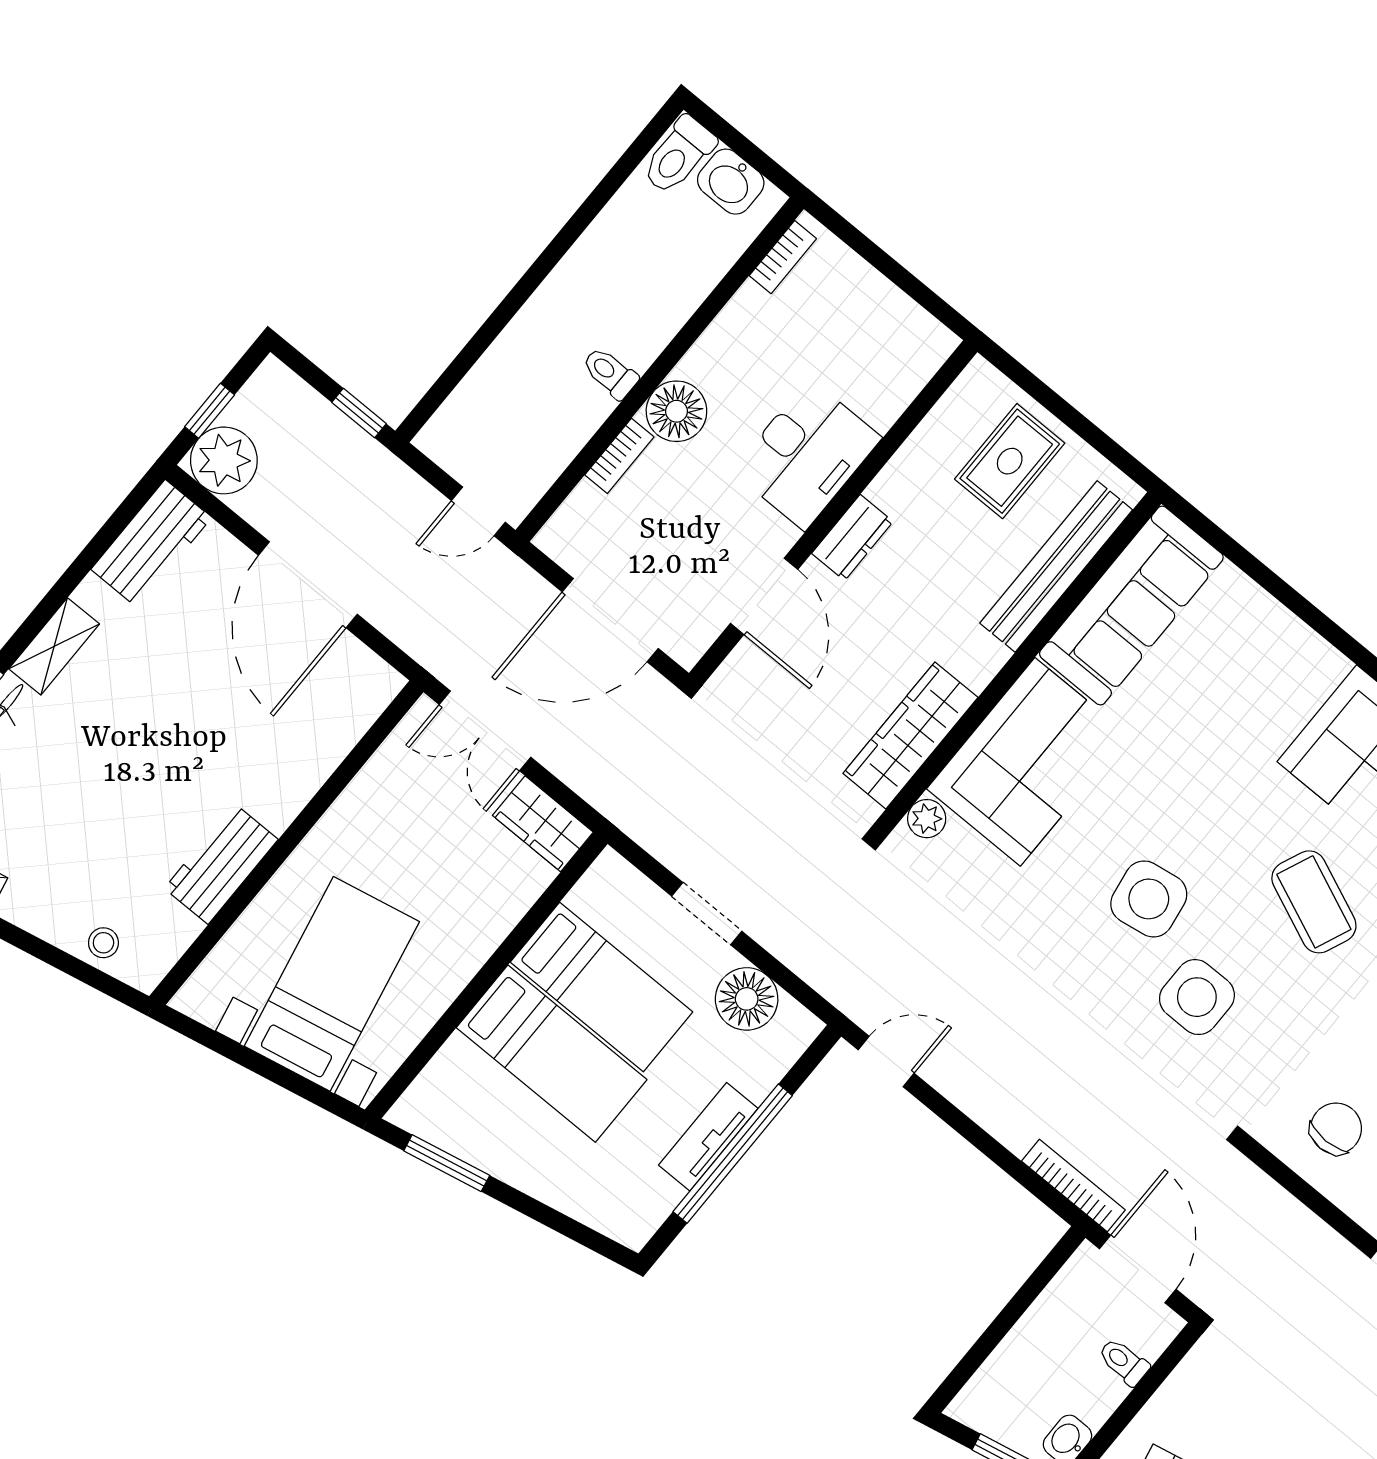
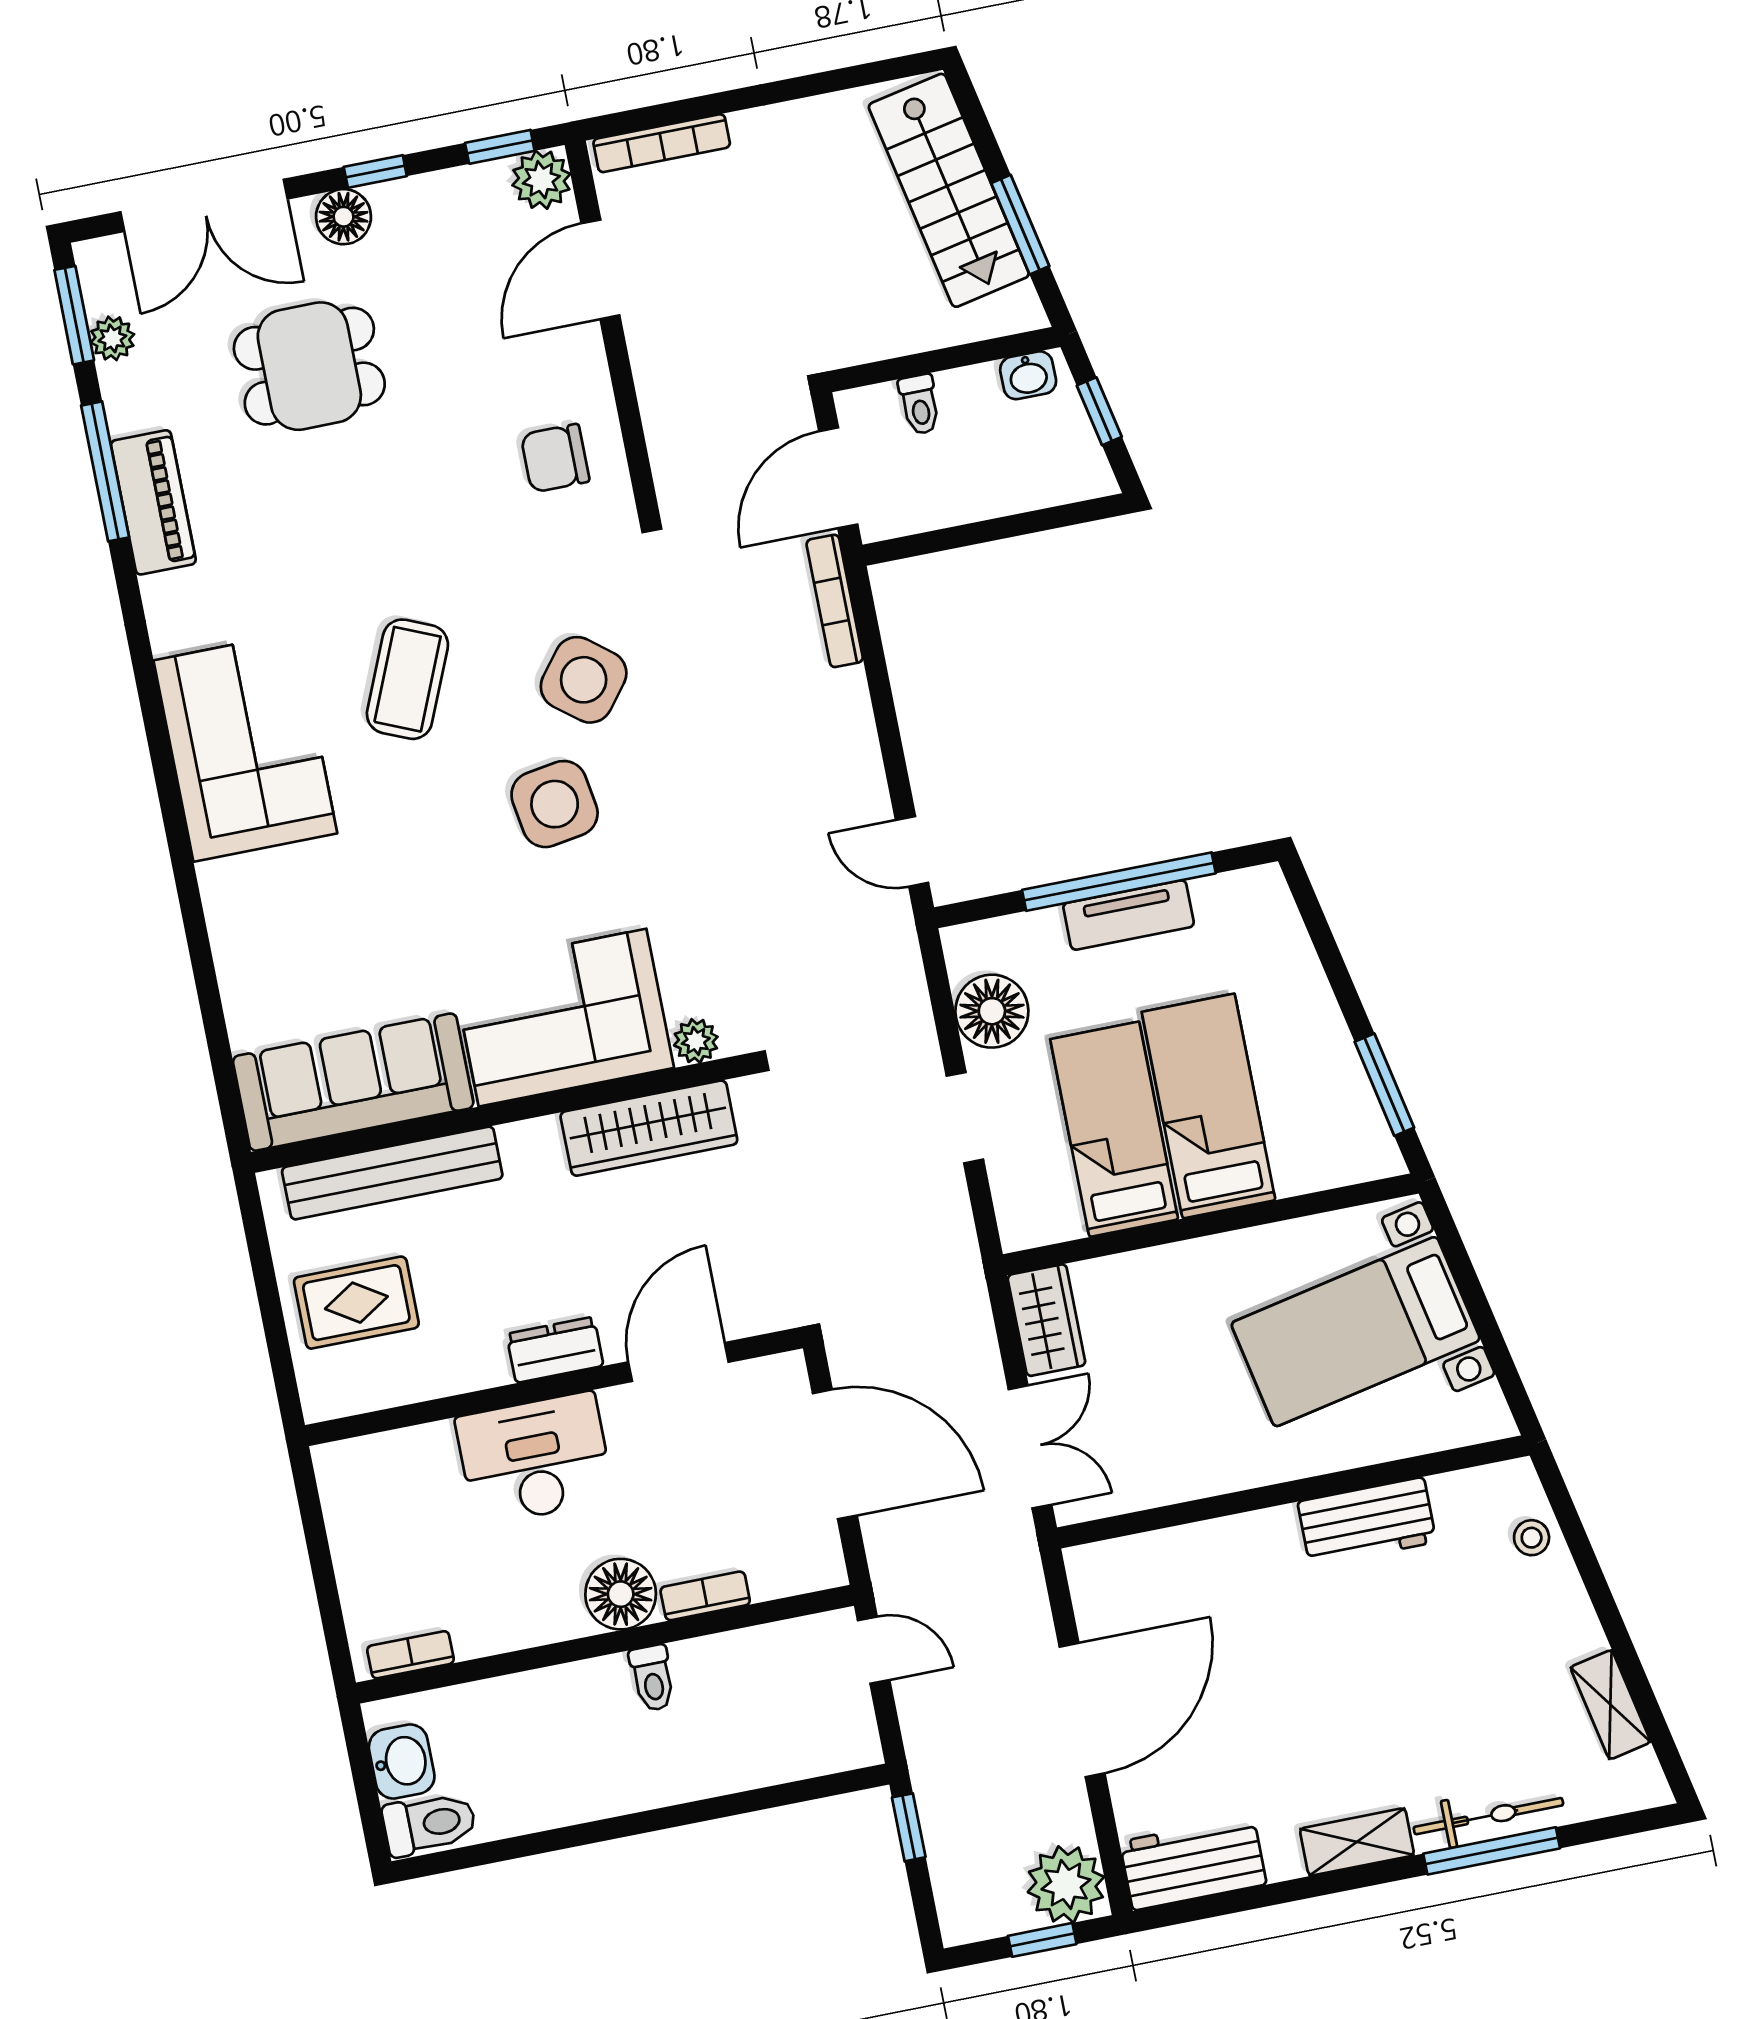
side table: (1197, 997) -> (584, 680), turned 38

